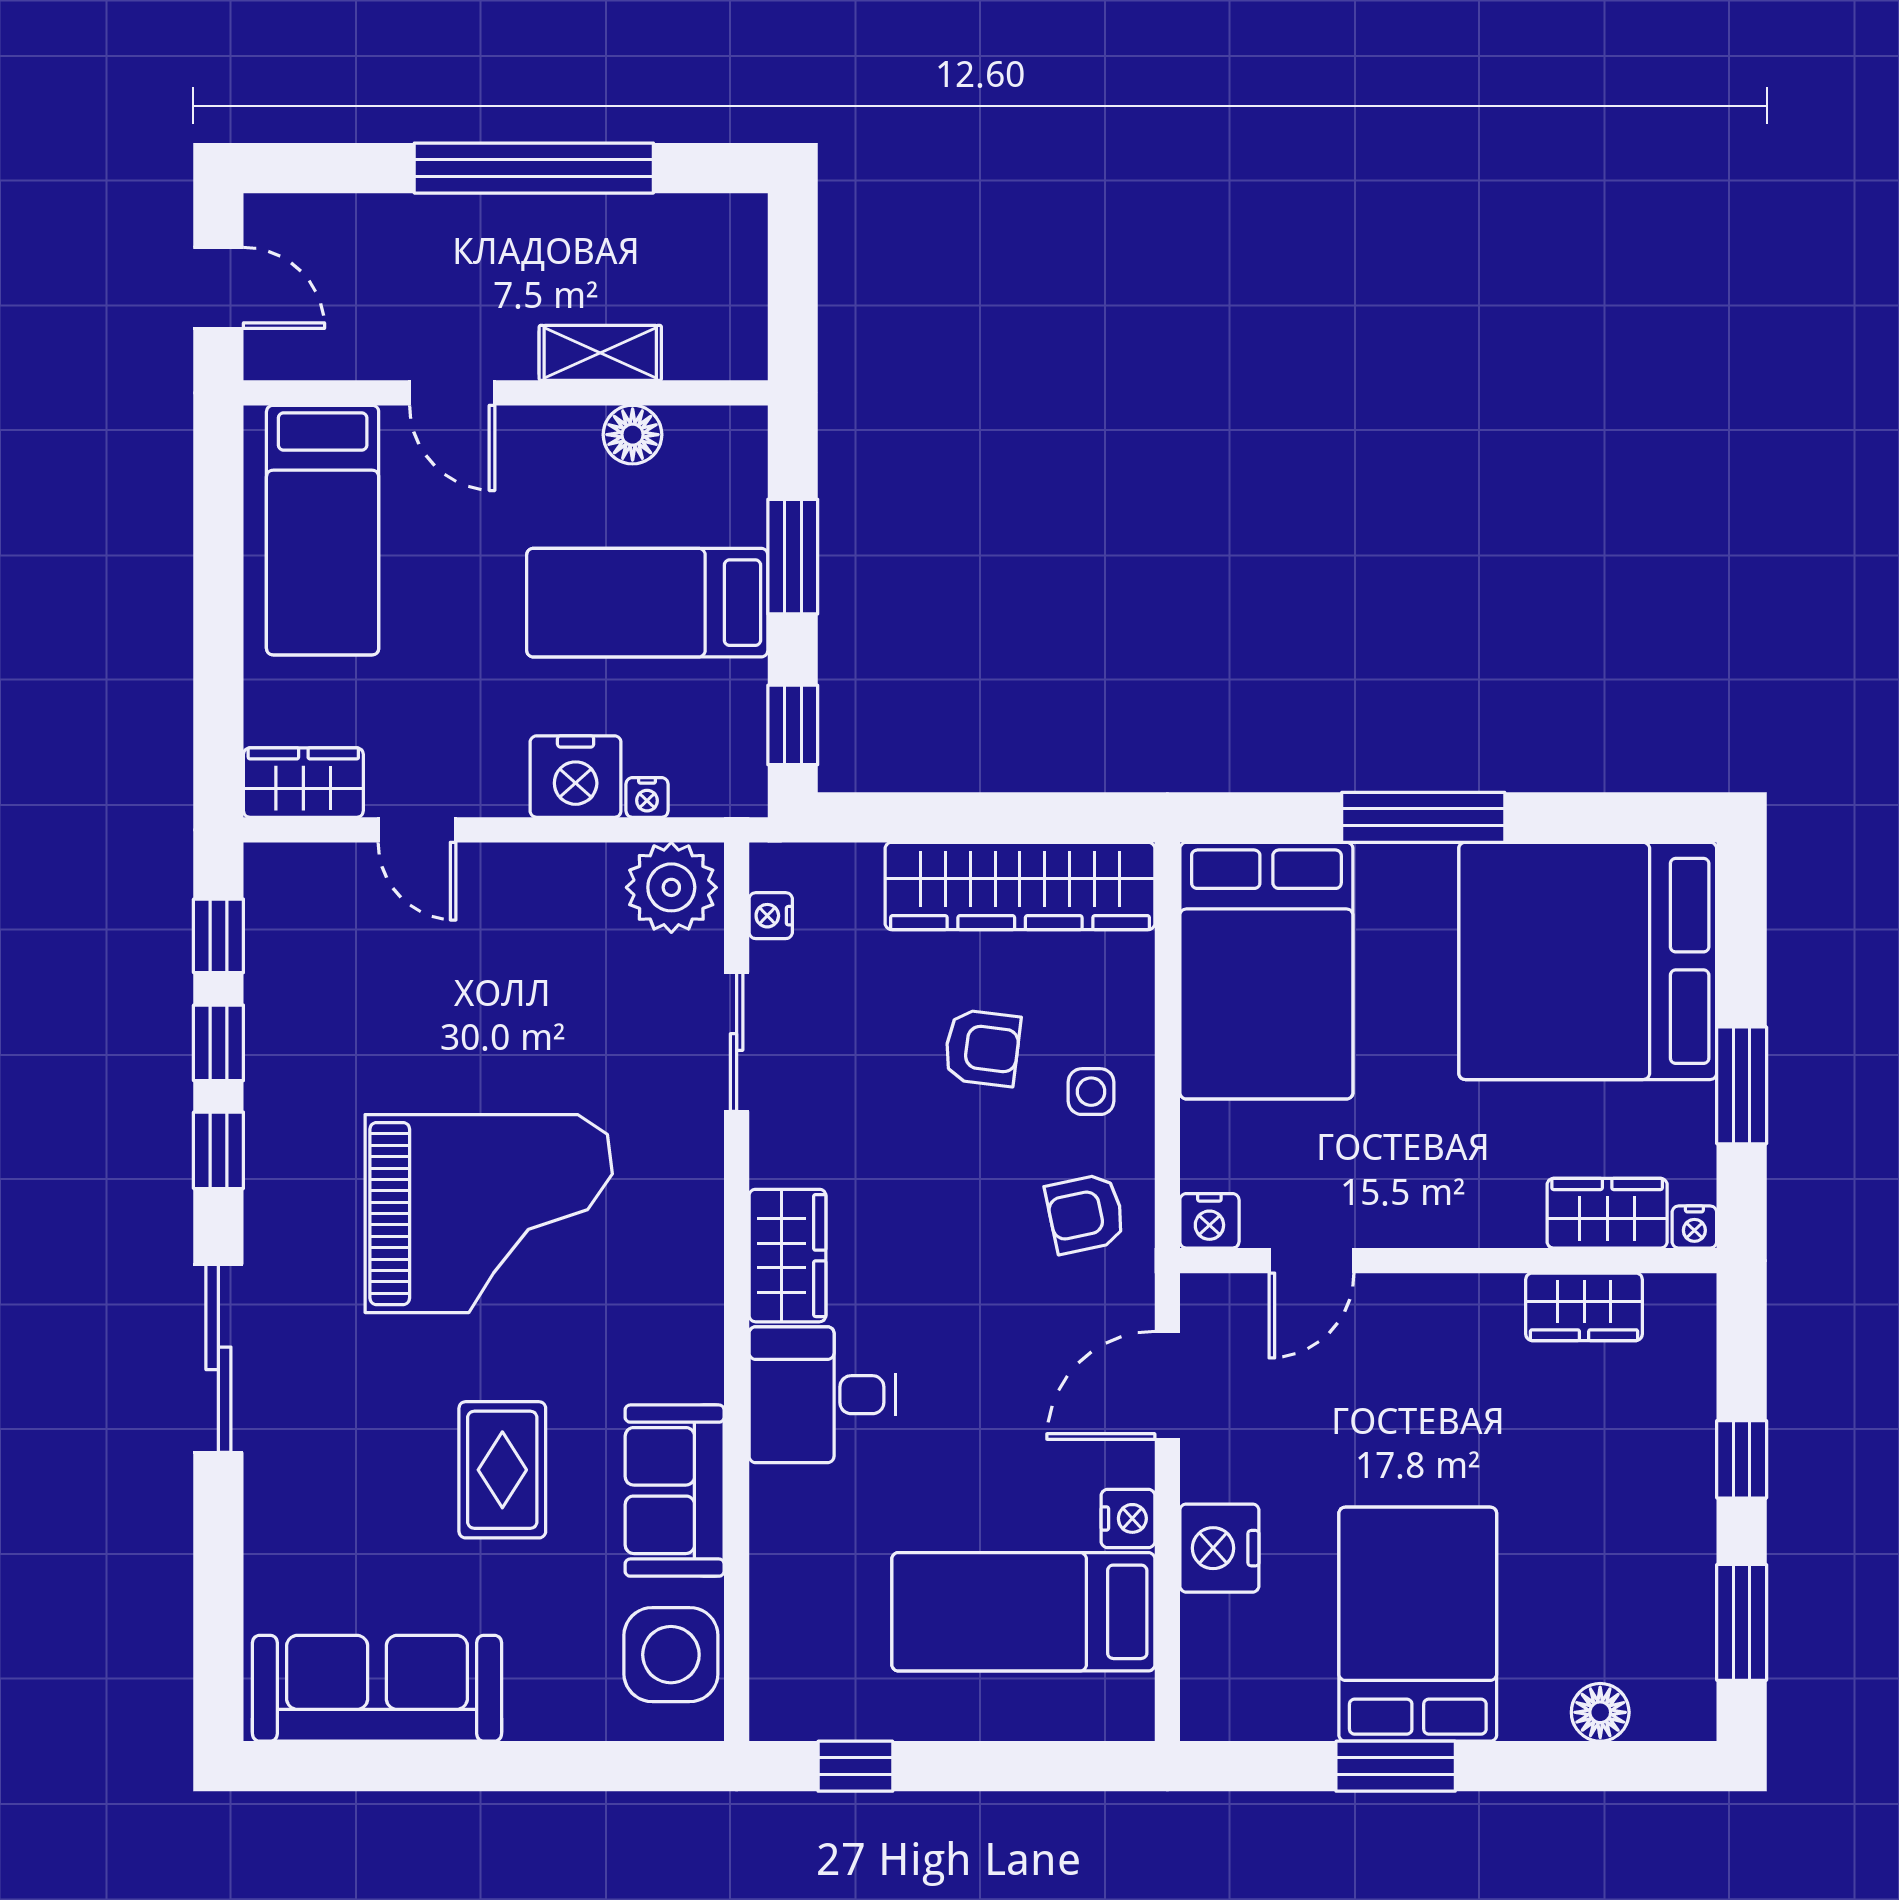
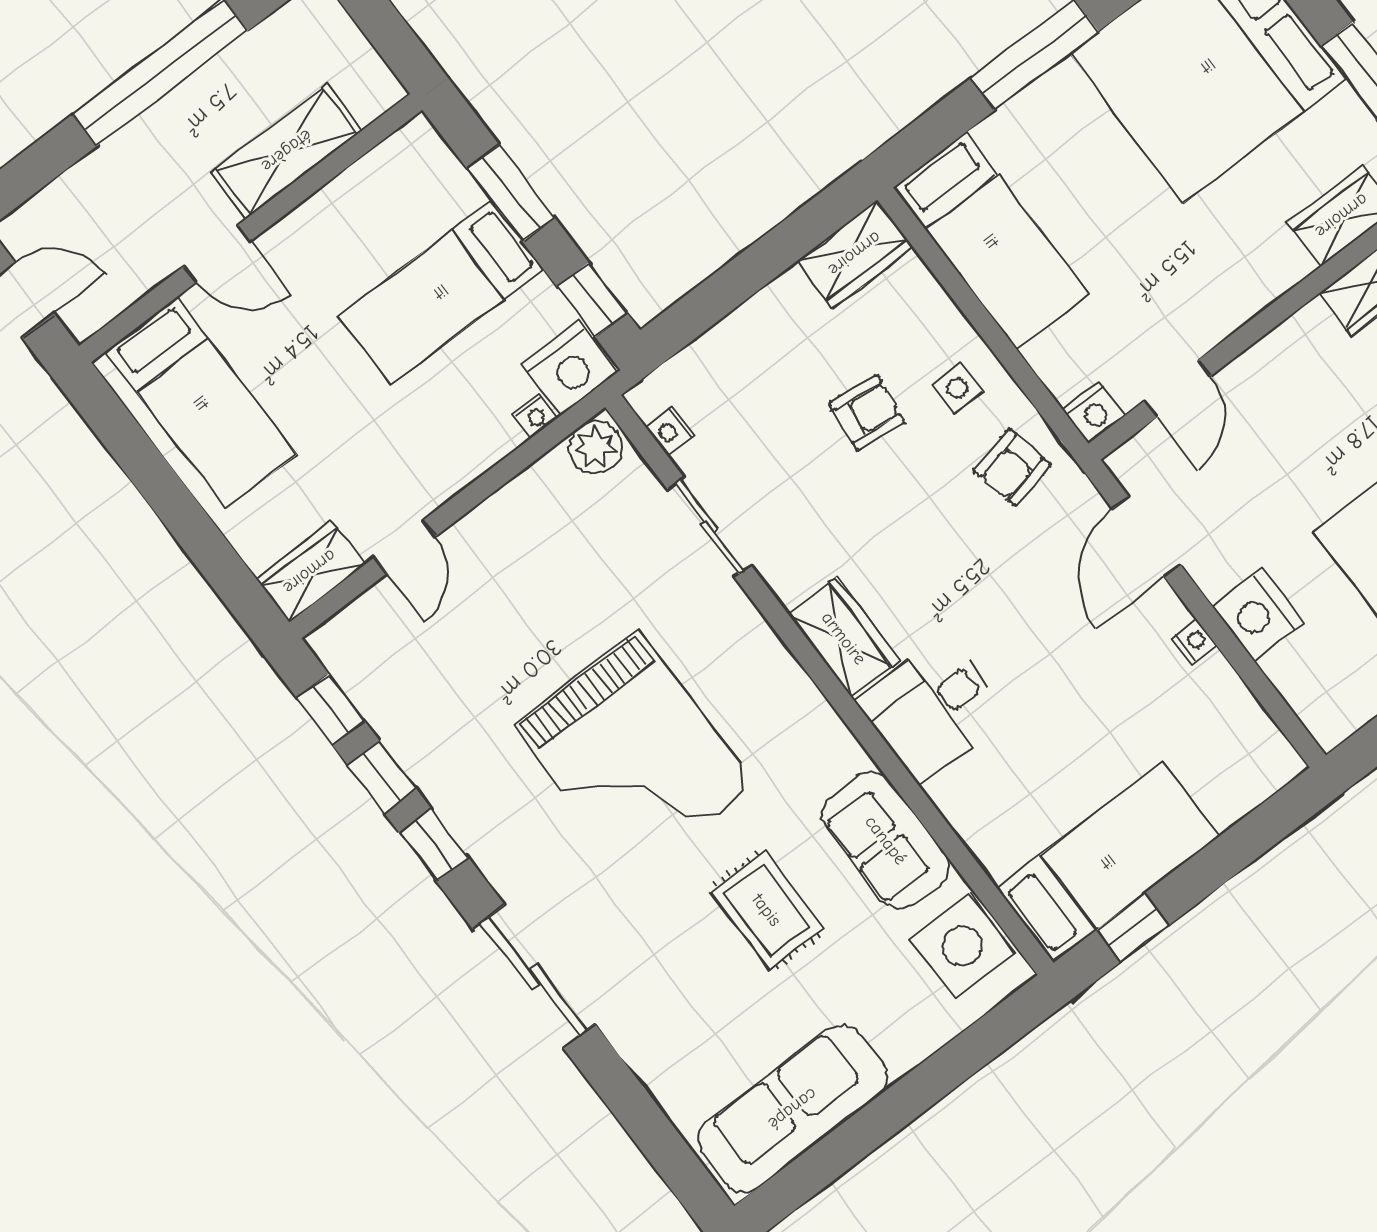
shelving: (600, 353) -> (287, 151), width x1.50, depth x1.33
floor lamp: (633, 435) -> (351, 193), removed
nightstand: (576, 777) -> (570, 368), moved
door: (417, 830) -> (405, 547), hinge flipped
wardrobe: (1020, 886) -> (855, 254), width x0.48, depth x0.85
plant: (671, 887) -> (595, 447), width x0.73, depth x0.73
bed: (1266, 971) -> (991, 241), width x0.67
grand piano: (489, 1214) -> (635, 755), turned 90
nightstand: (1128, 1518) -> (1194, 642), width x0.72, depth x0.74
bed: (1023, 1612) -> (1108, 862), moved, turned 180

